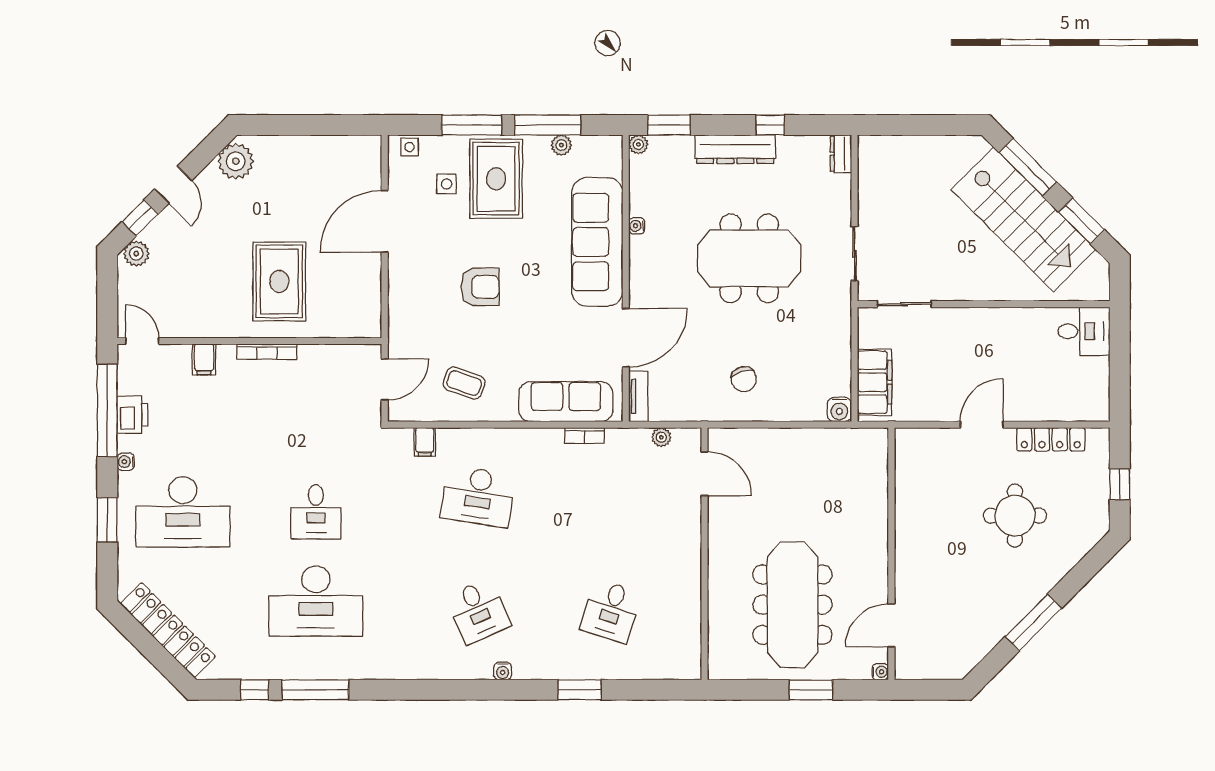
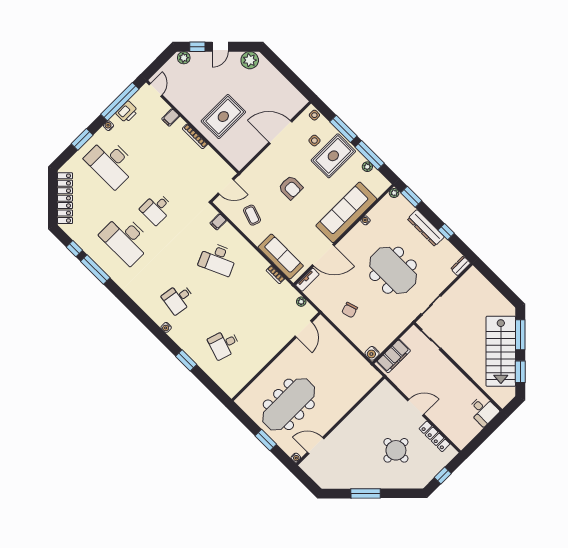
desk: (478, 496) -> (218, 259), turned -33
desk: (478, 611) -> (178, 298), turned 33

